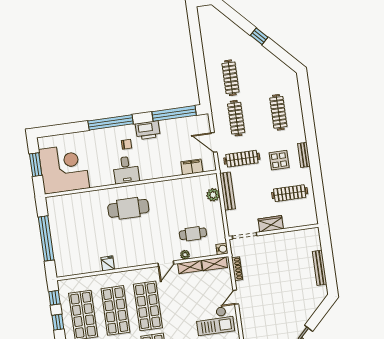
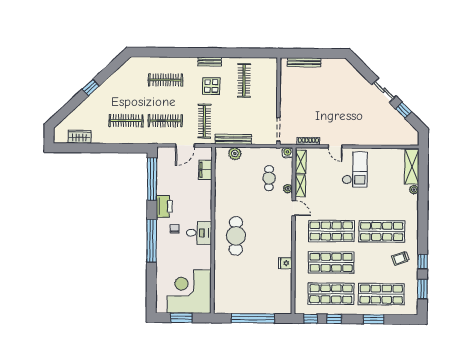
wardrobe: (271, 224) -> (80, 137), moved, turned 90
bench: (320, 268) -> (304, 62), moved

